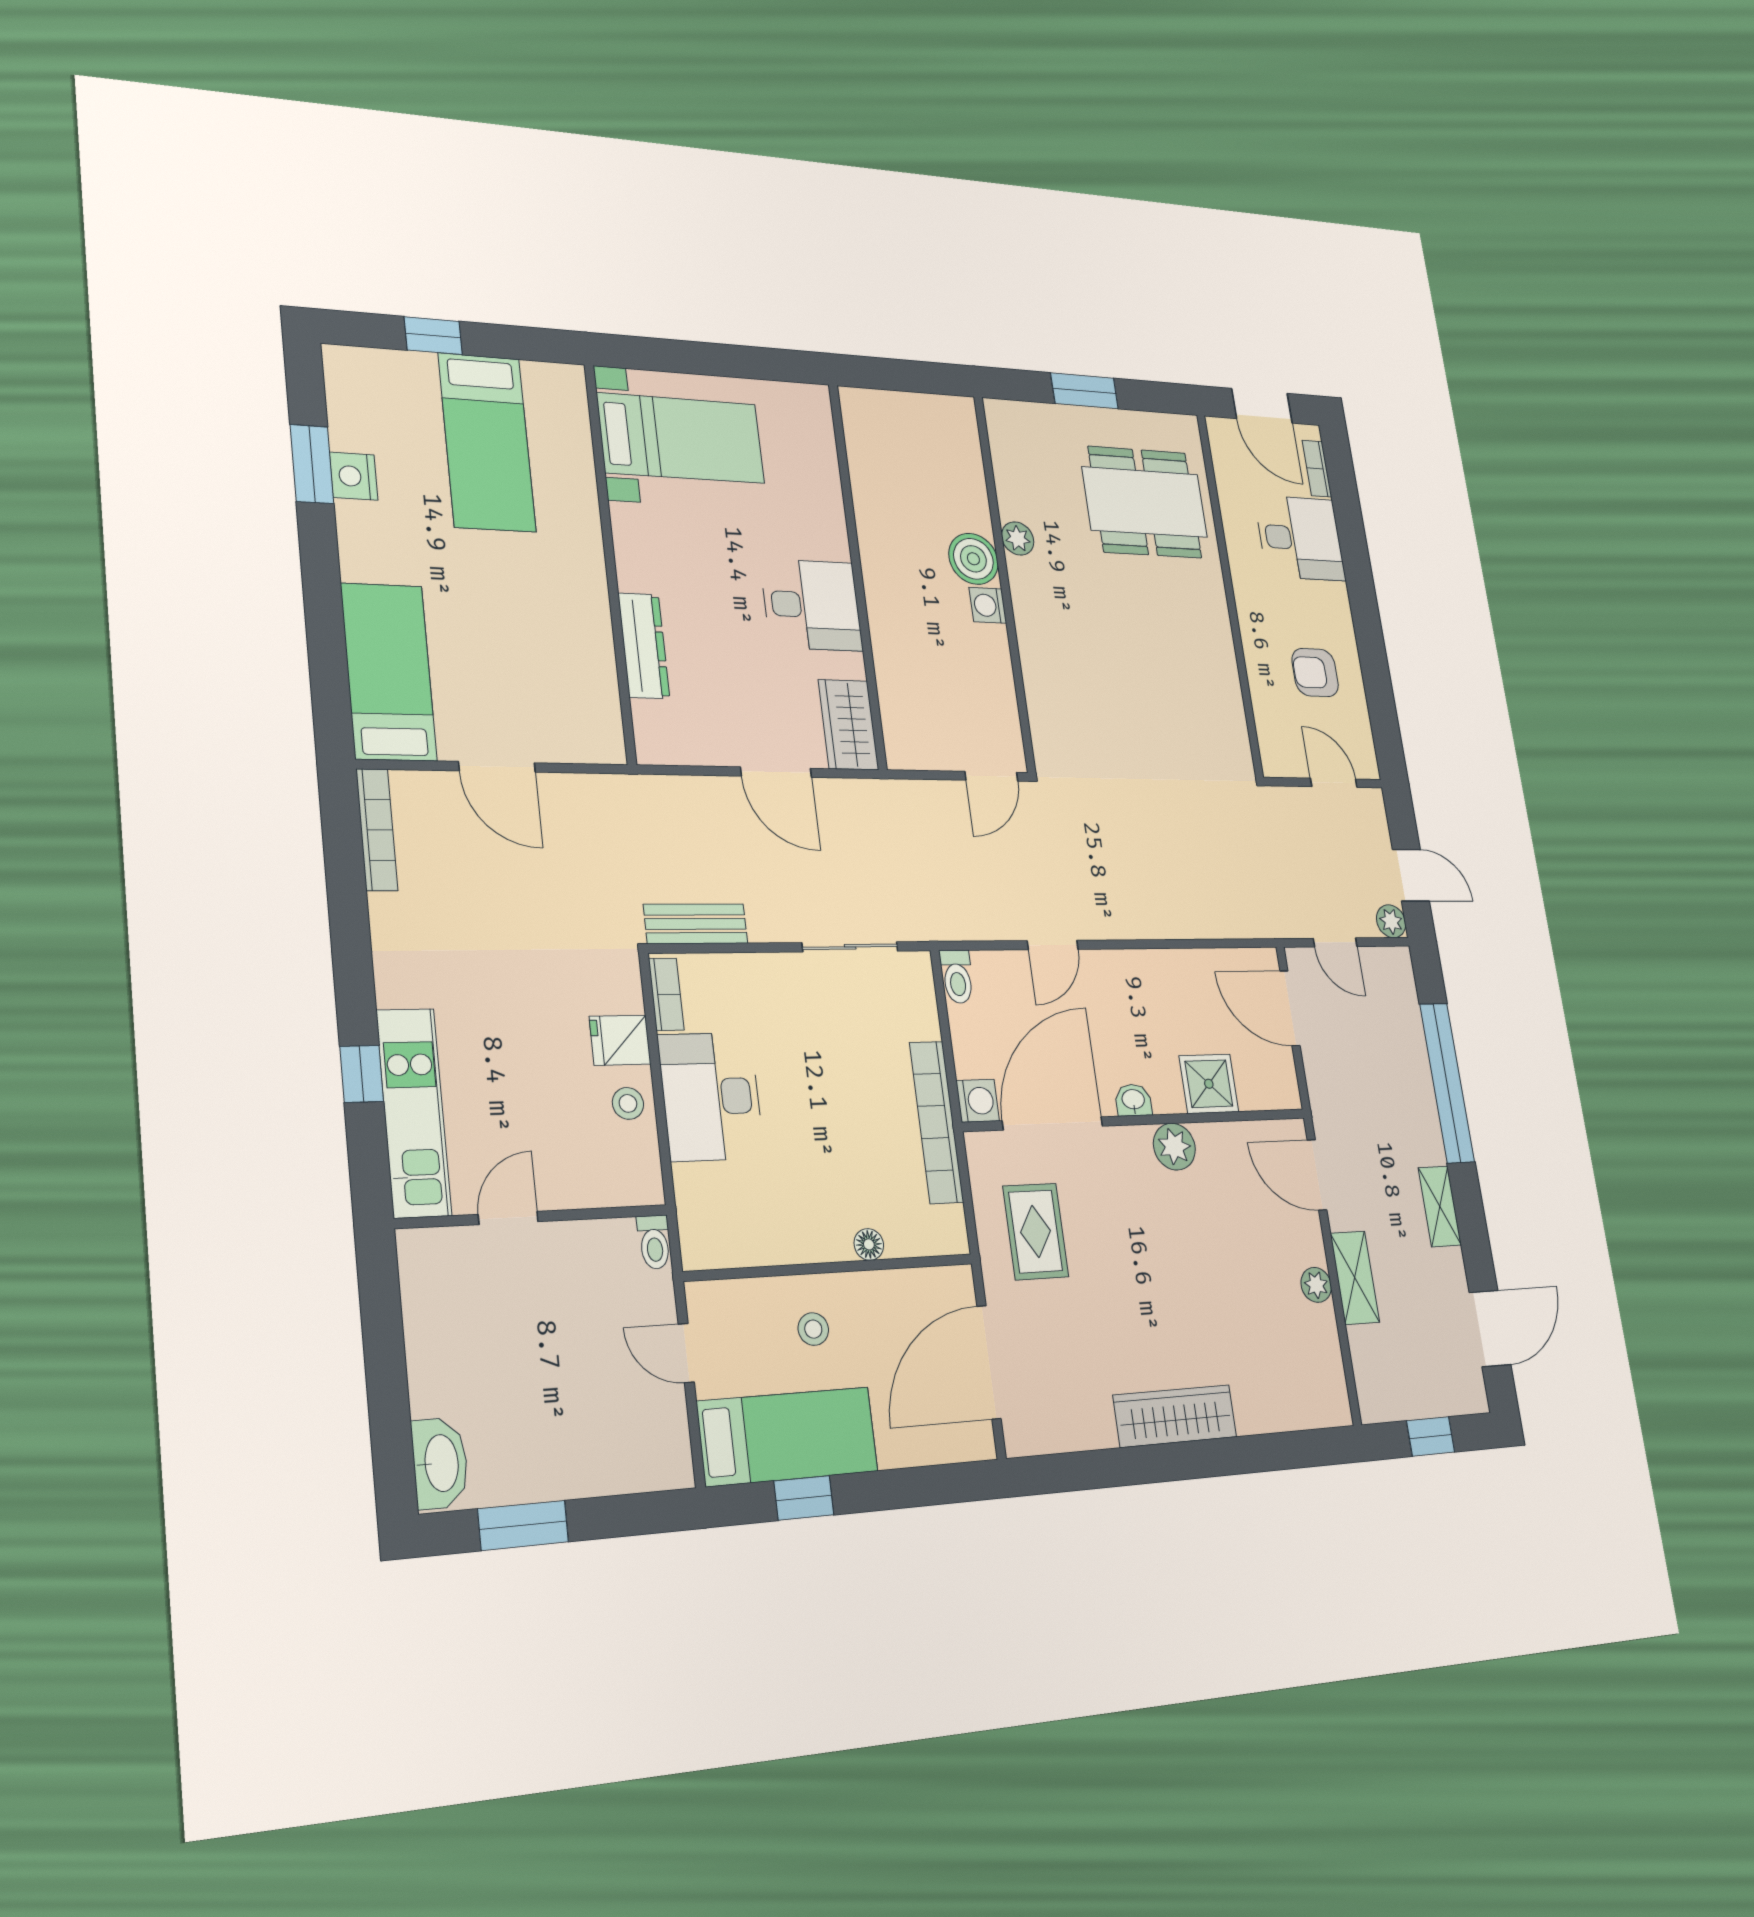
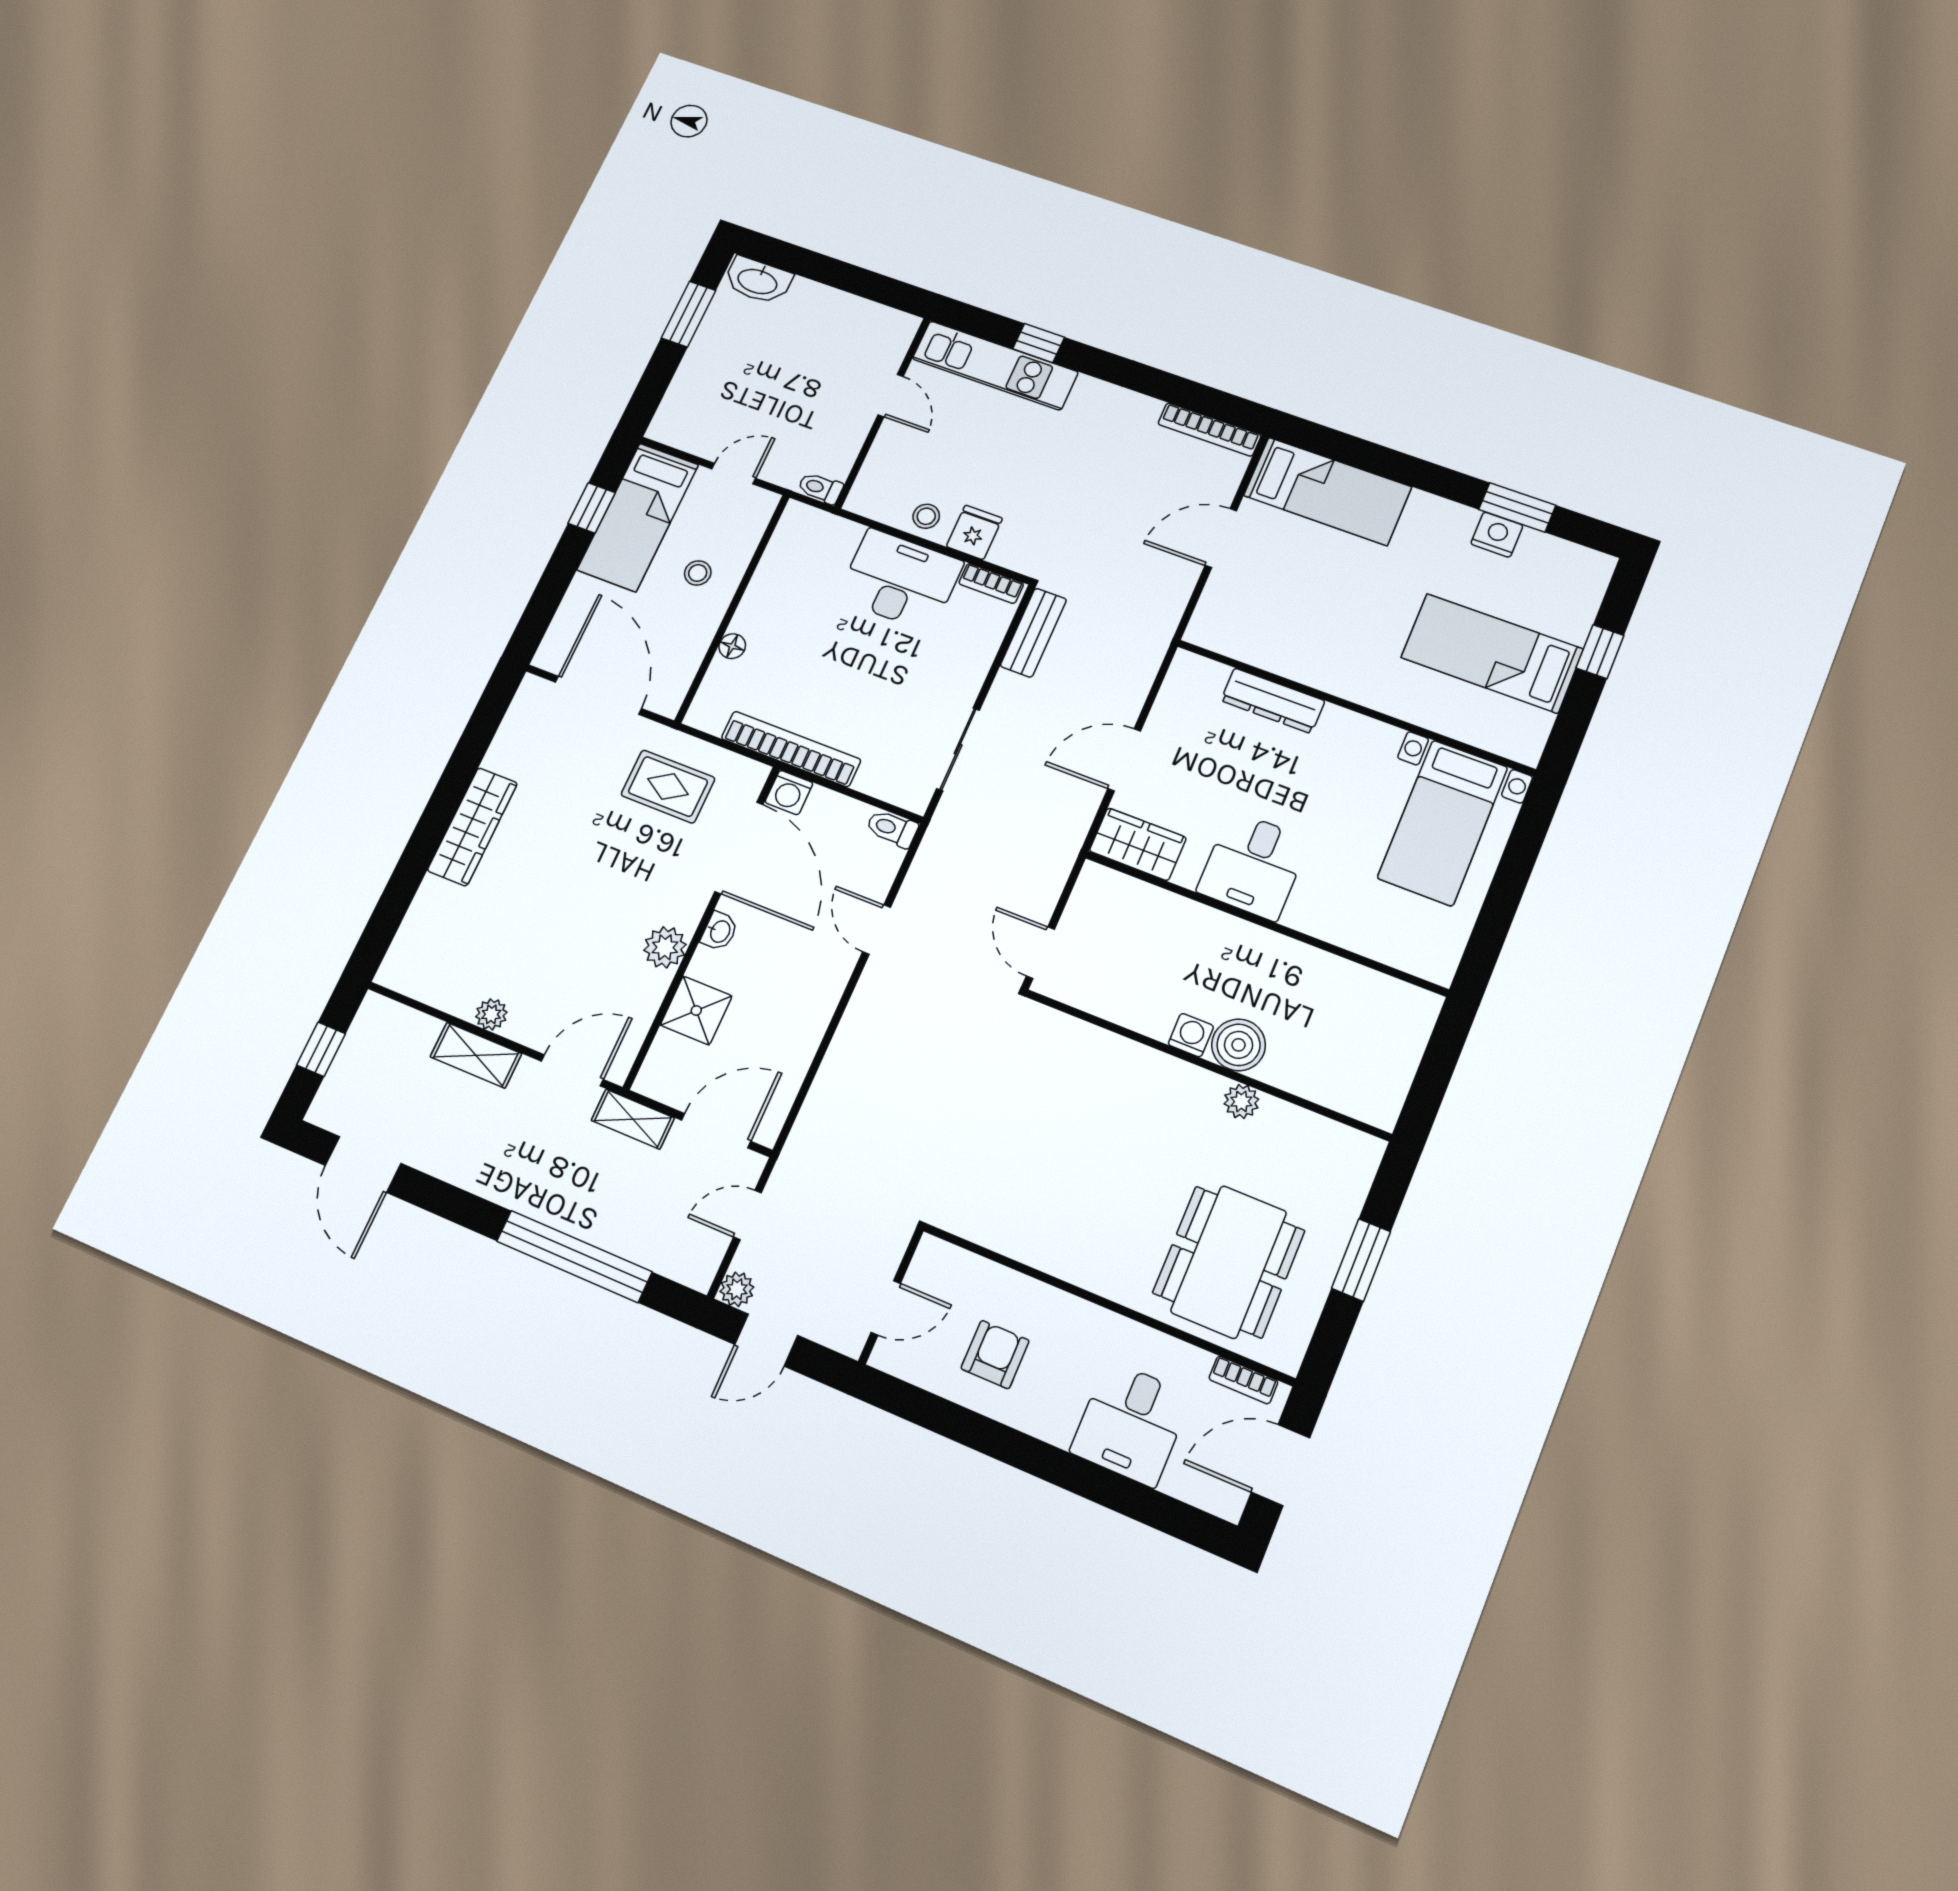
bookcase: (1317, 469) -> (1243, 1380), moved, turned 180
shelving: (1440, 1206) -> (633, 1119), moved

